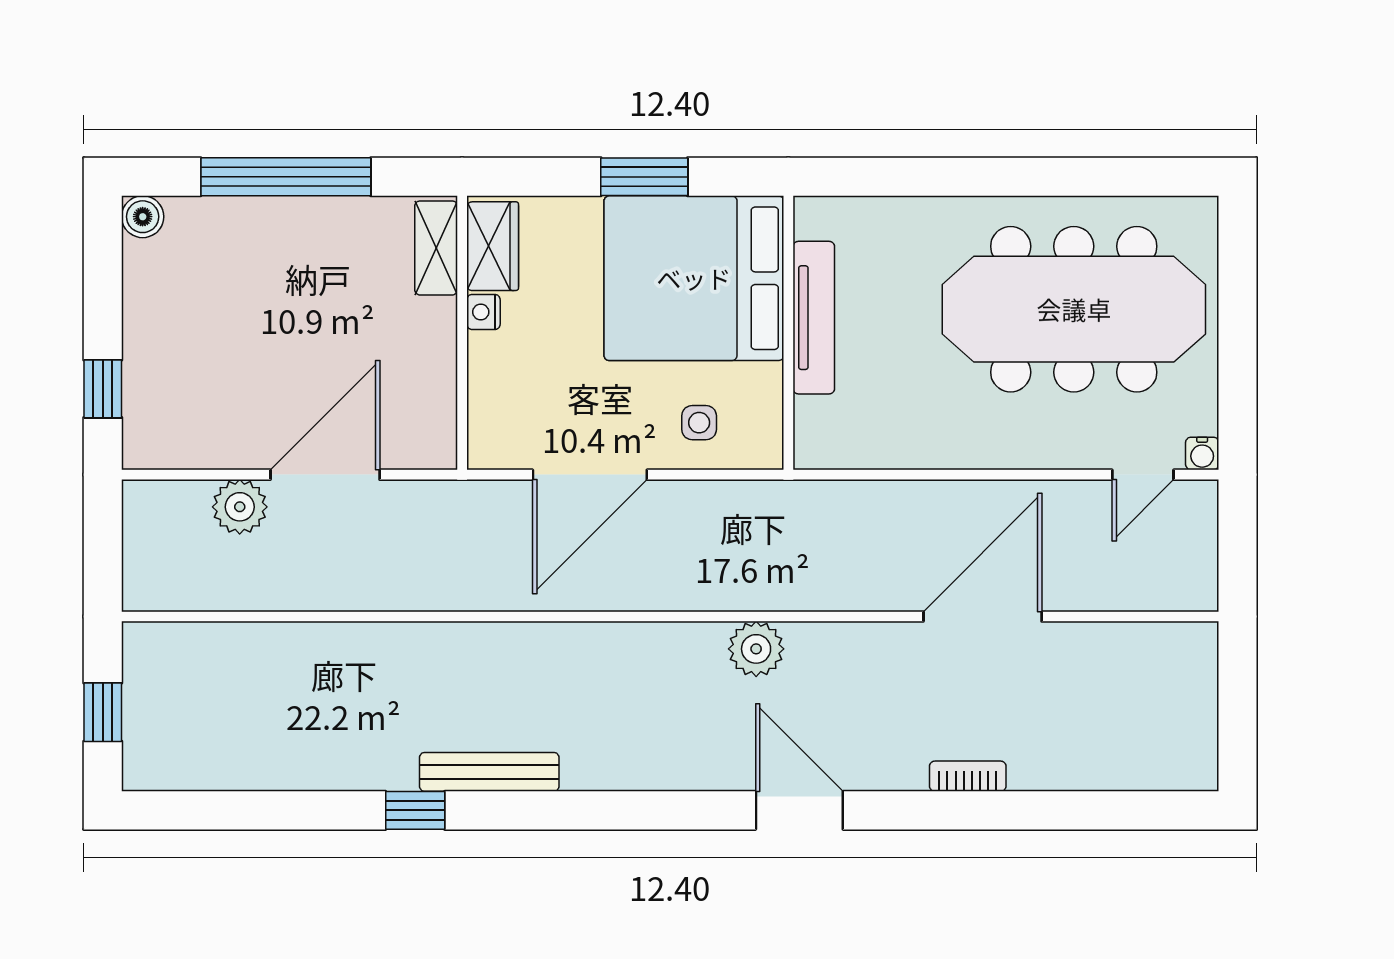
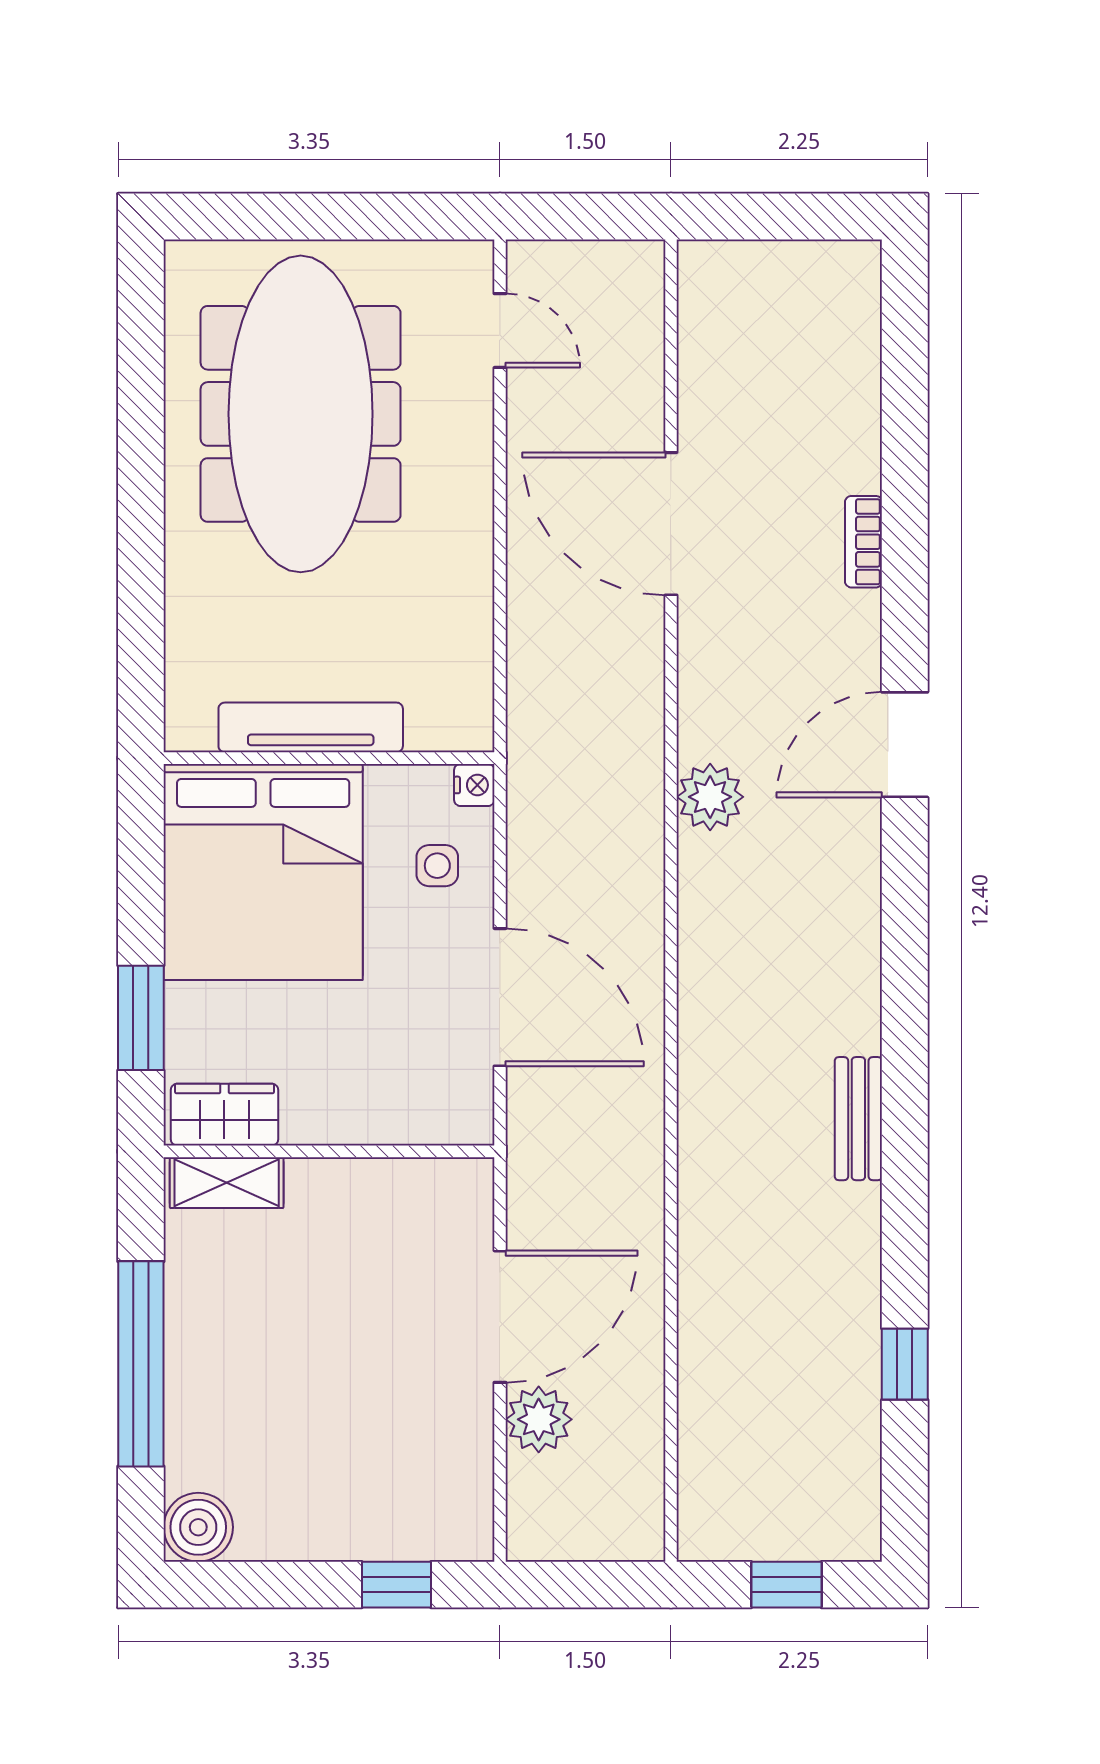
window: (644, 177) -> (141, 1018), moved
boiler: (143, 217) -> (198, 1527), width x1.36, depth x1.36
nightstand: (483, 312) -> (474, 785), moved, turned -90
water cooler: (1202, 453) -> (474, 259), removed
door: (325, 475) -> (500, 1317), swing flipped
bench: (489, 772) -> (858, 1119), width x0.73
window: (415, 810) -> (905, 1364), moved

